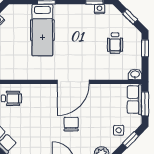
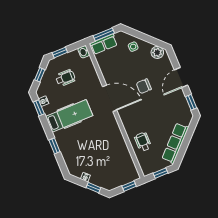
hospital bed: (42, 30) -> (69, 116), moved
window: (131, 140) -> (137, 34), removed

